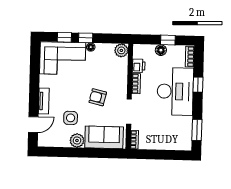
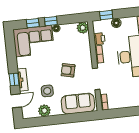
window: (168, 40) -> (106, 15), moved
window: (34, 100) -> (14, 79), added
plant: (77, 140) -> (44, 111), moved

